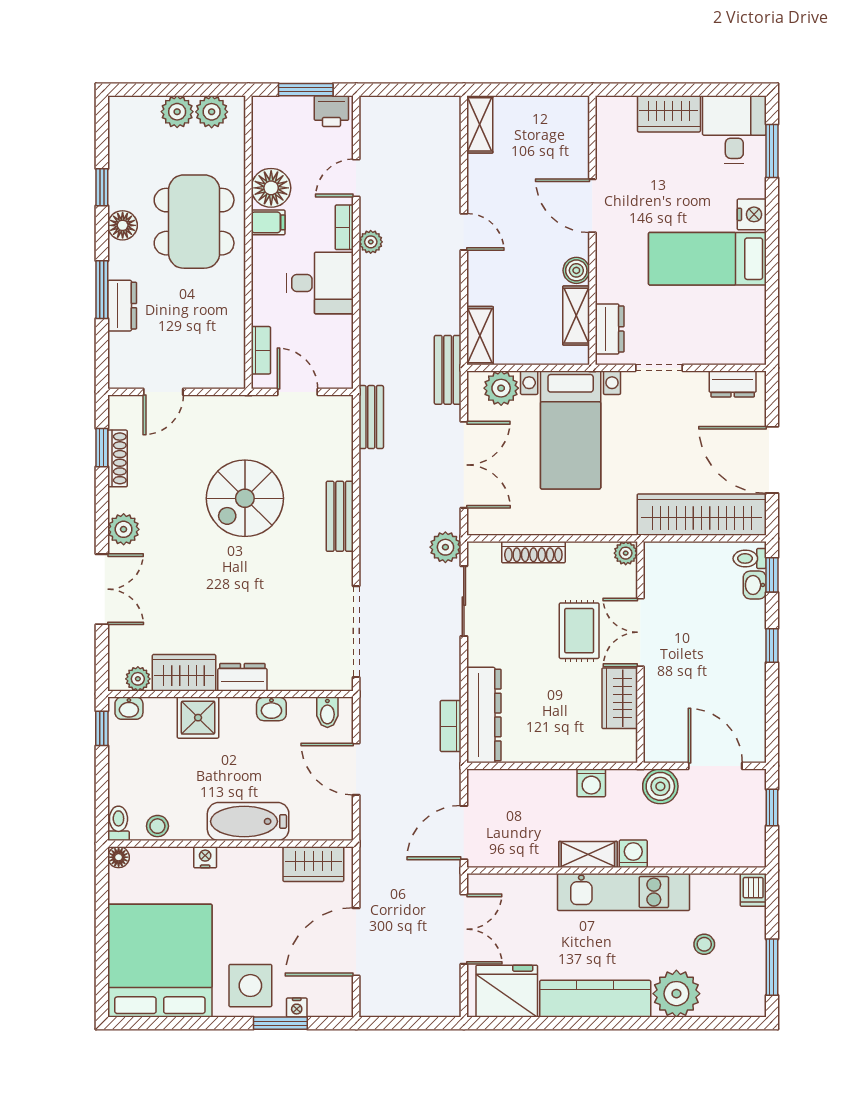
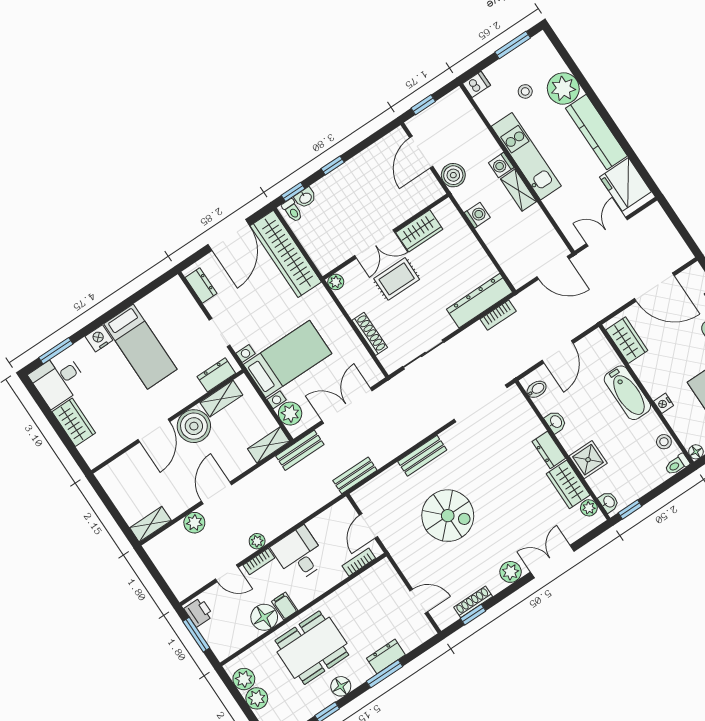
door: (464, 232) -> (217, 493), width x1.38
boiler: (576, 270) -> (194, 426), width x1.86, depth x1.86
plant: (445, 547) -> (194, 523), moved

